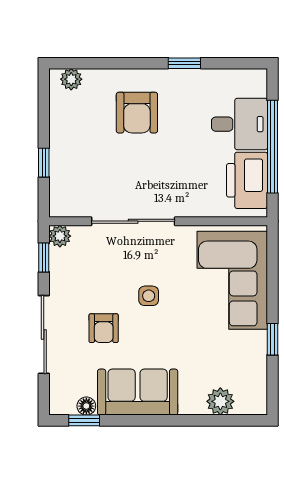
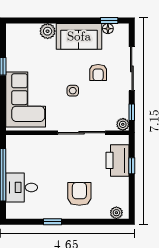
printer: (247, 180) -> (118, 160), moved, turned 180
armchair: (104, 328) -> (98, 72), turned 180
plant: (220, 401) -> (48, 31), moved

